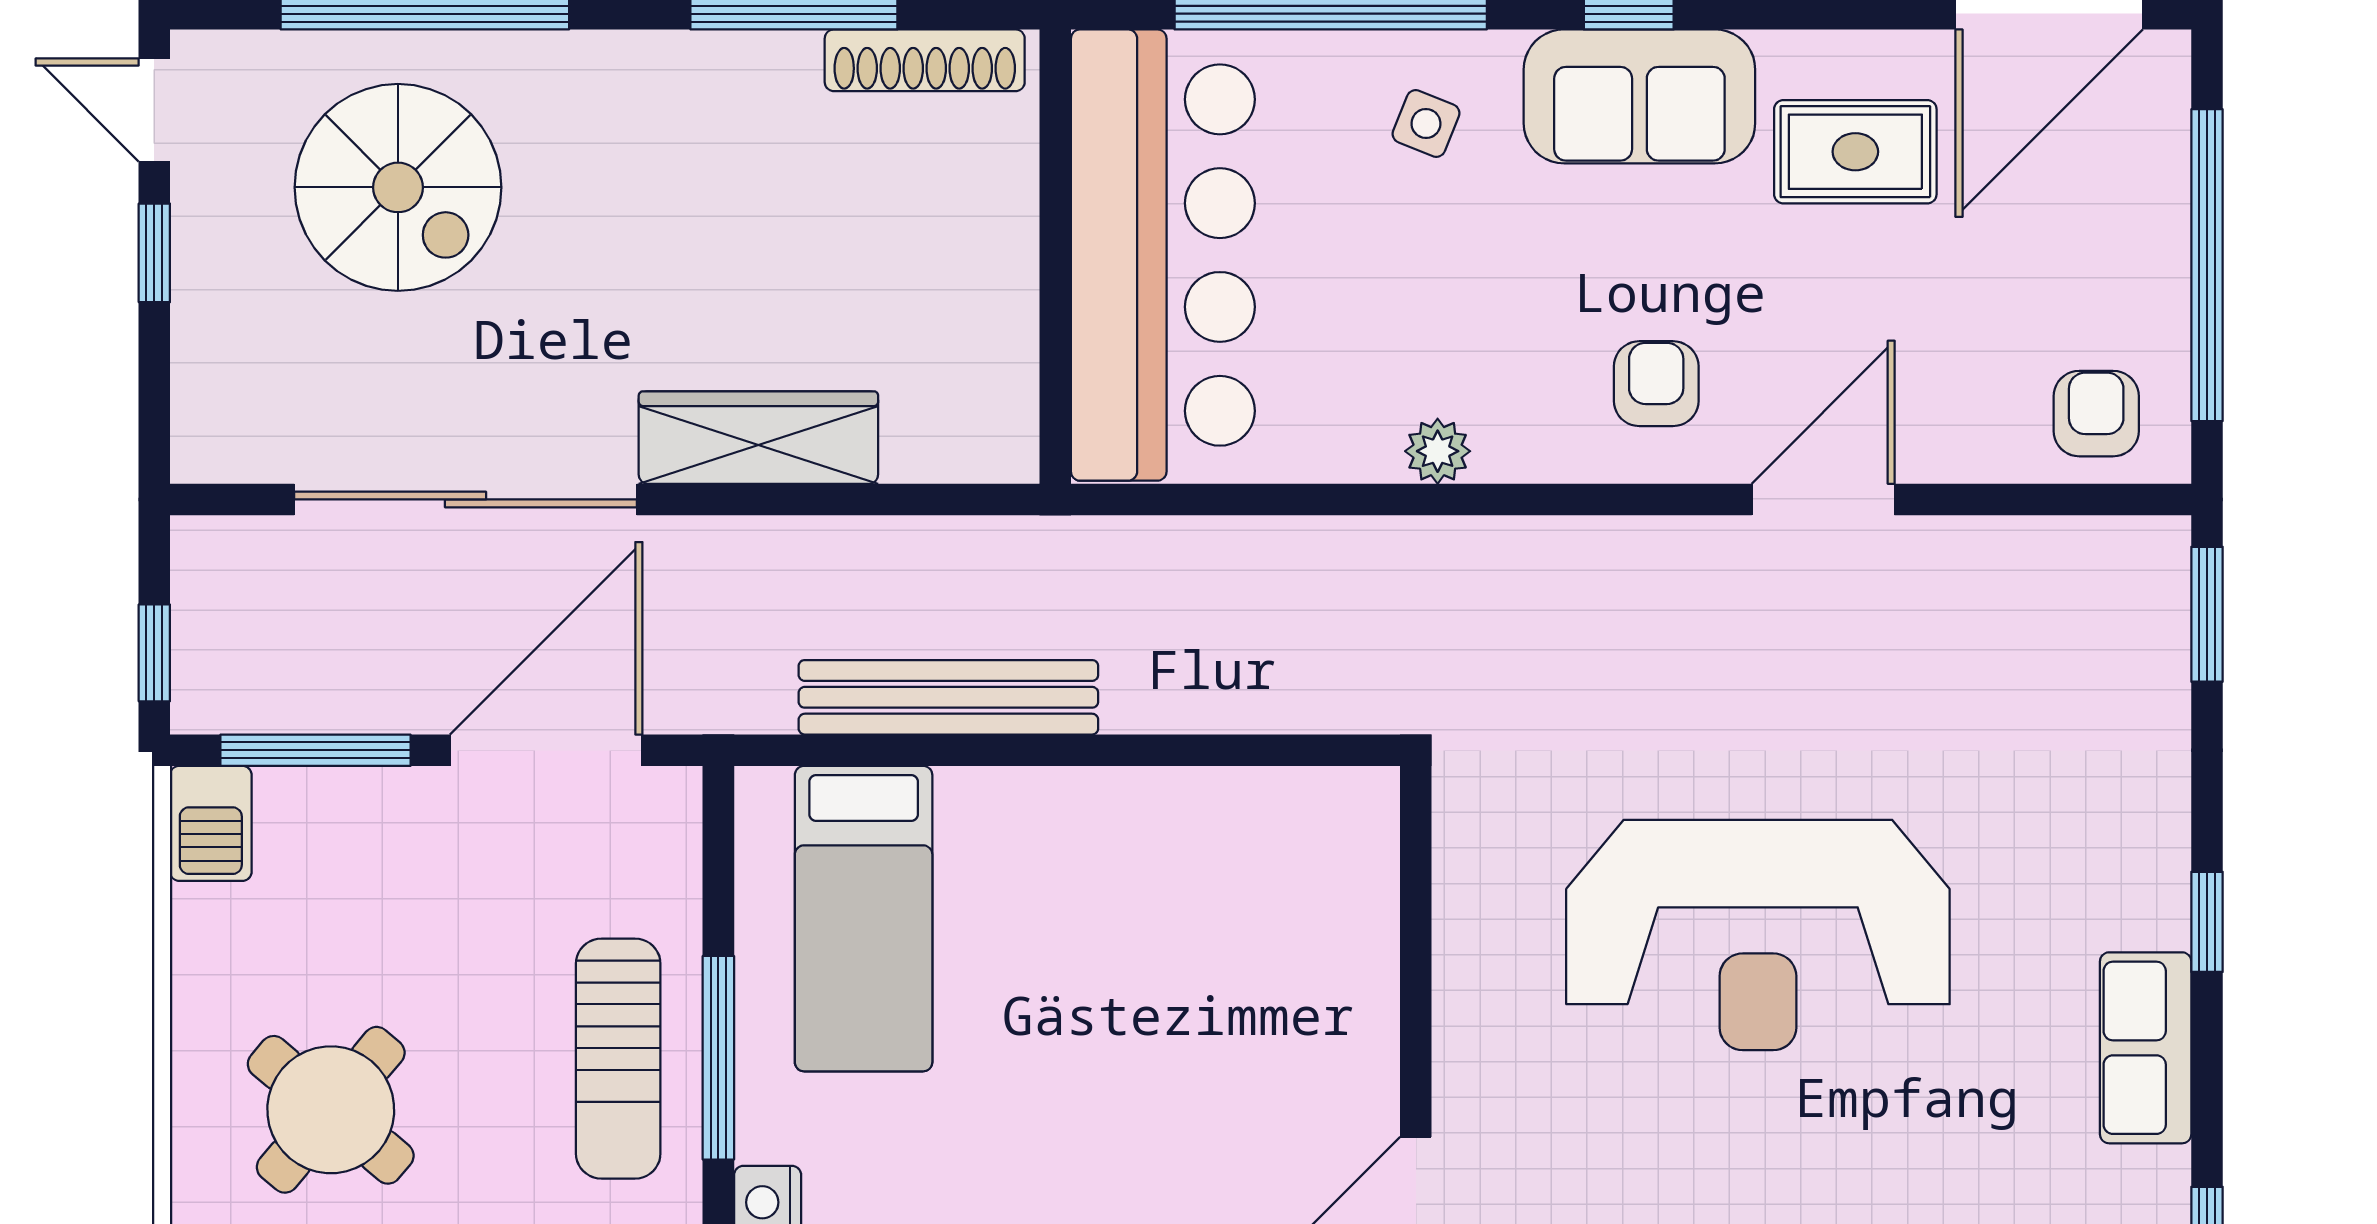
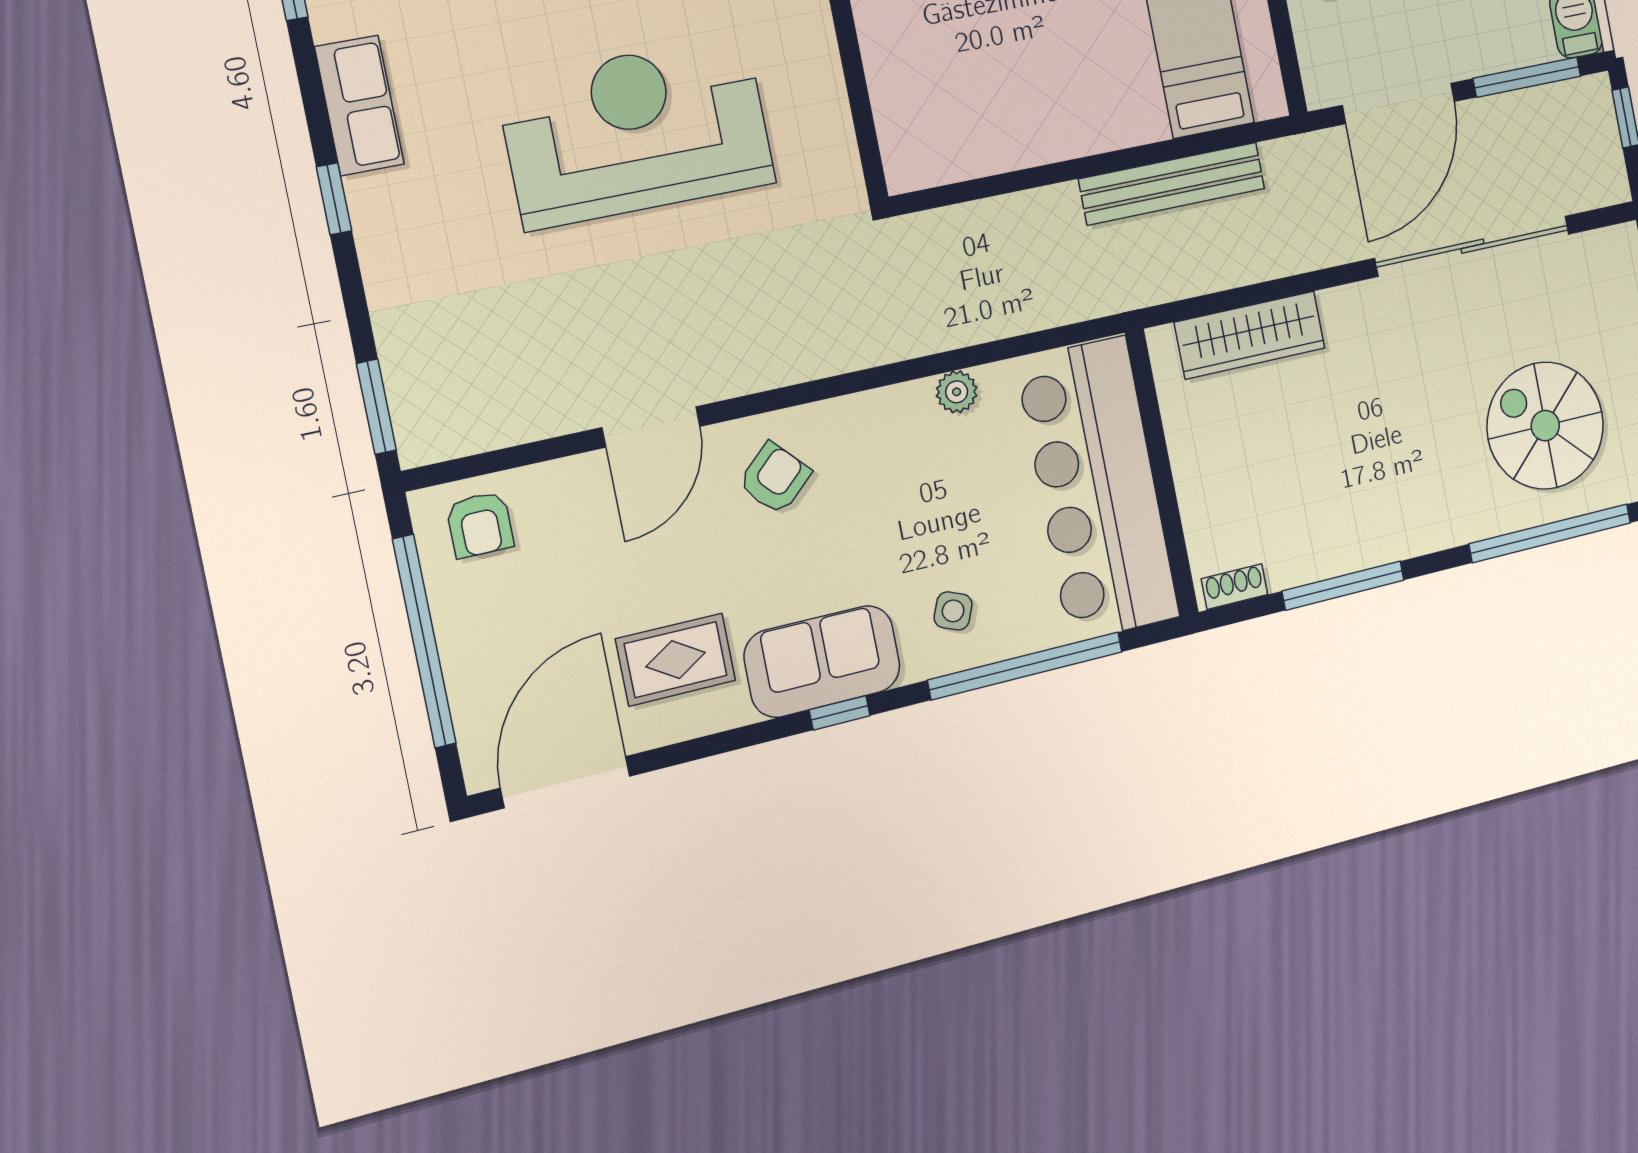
shoe rack: (925, 60) -> (1235, 587), width x0.51, depth x0.81
armchair: (1656, 384) -> (775, 478), turned -133
wardrobe: (758, 438) -> (1250, 335), moved
plant: (1438, 451) -> (957, 392), moved

